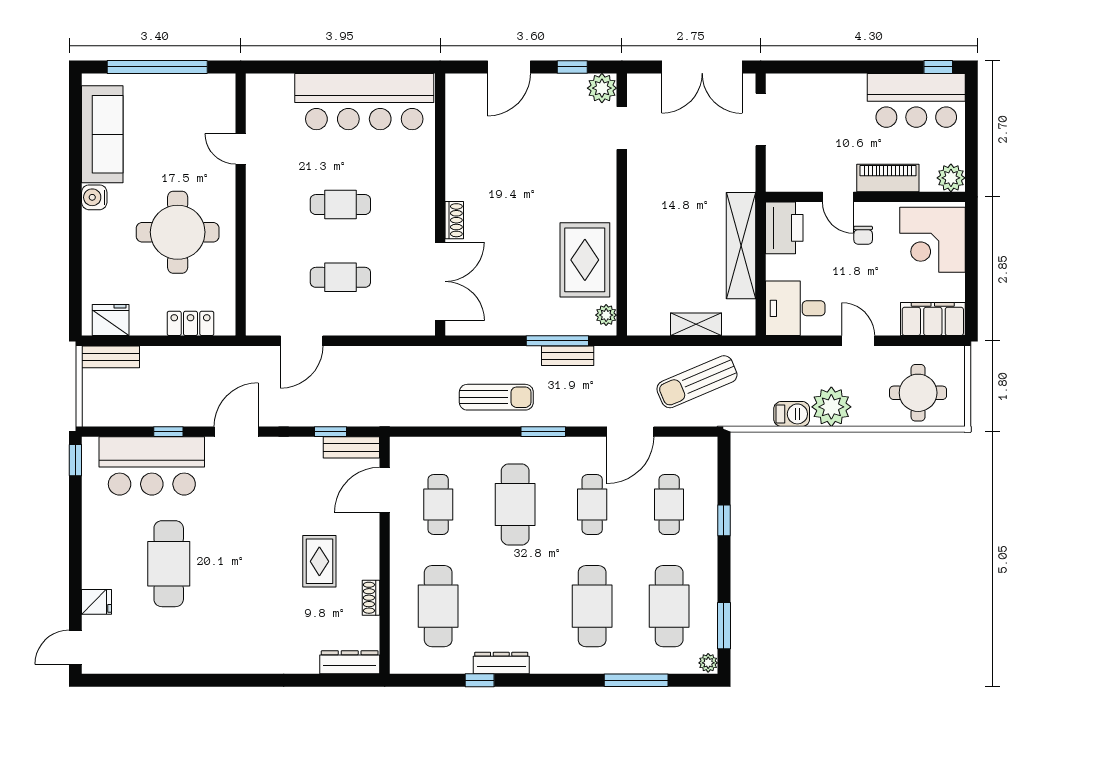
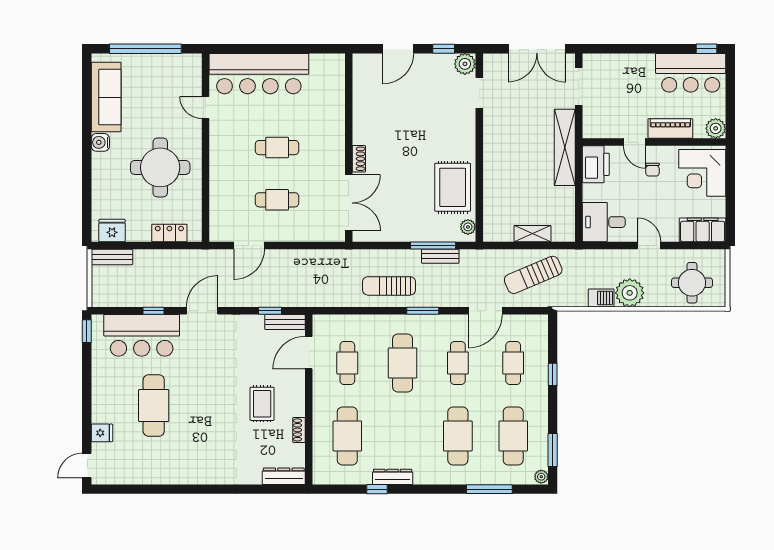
bar counter: (364, 102) -> (259, 74), moved
shelving: (741, 246) -> (565, 147), moved
sun lounger: (496, 397) -> (389, 286), turned 180

